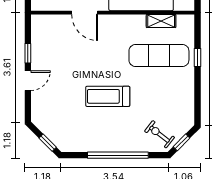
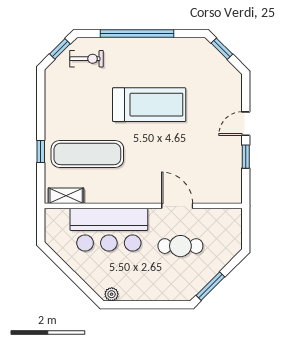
shelving: (161, 21) -> (66, 196), moved
treadmill: (108, 96) -> (149, 105), width x1.37, depth x1.38
exercise bike: (160, 134) -> (87, 59), turned -38

